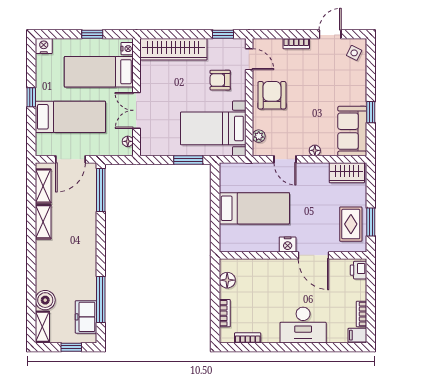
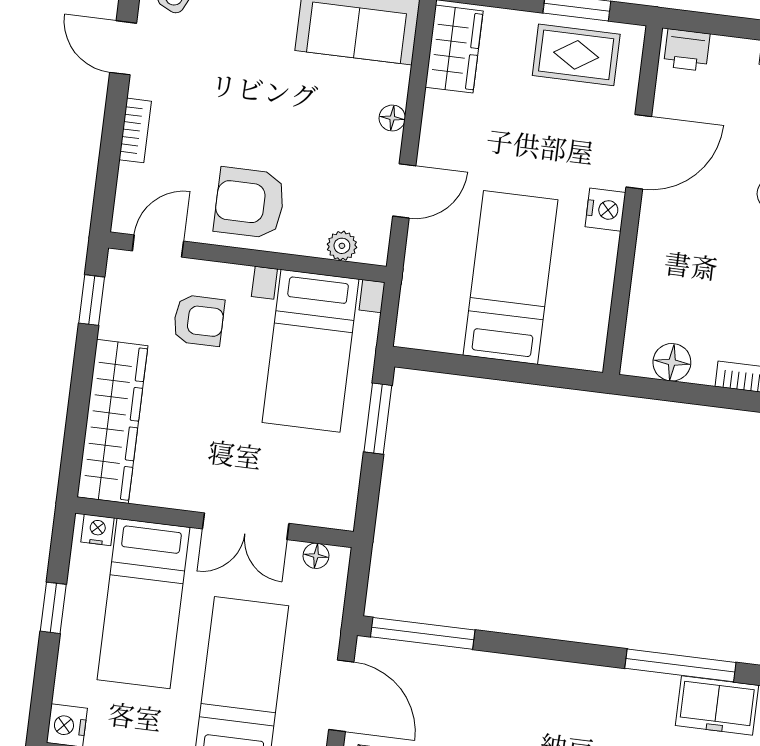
armchair: (220, 80) -> (199, 320), turned -90

